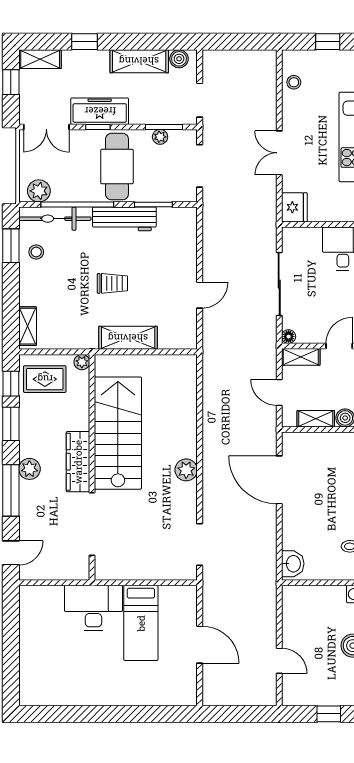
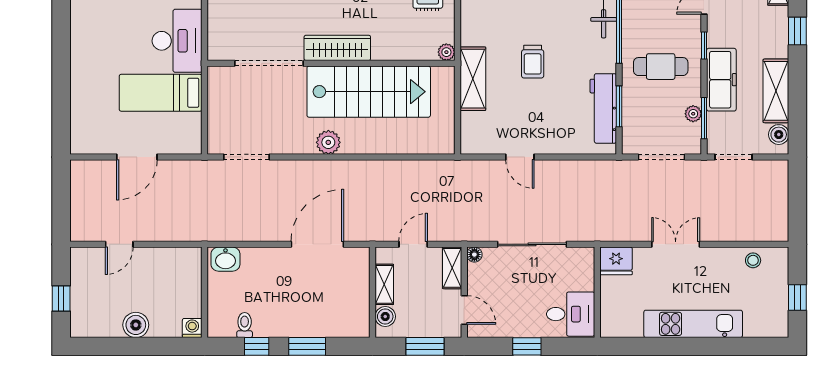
freezer: (100, 111) -> (721, 80), moved
cafe table: (117, 167) -> (661, 67), width x0.73, depth x0.74
workbench: (124, 219) -> (603, 108), moved
plant: (82, 362) -> (446, 52), moved
stairs: (118, 433) -> (369, 92), moved
wardrobe: (78, 462) -> (337, 48), moved
wall: (92, 467) -> (331, 63), moved
doorway: (92, 524) -> (269, 63), moved

